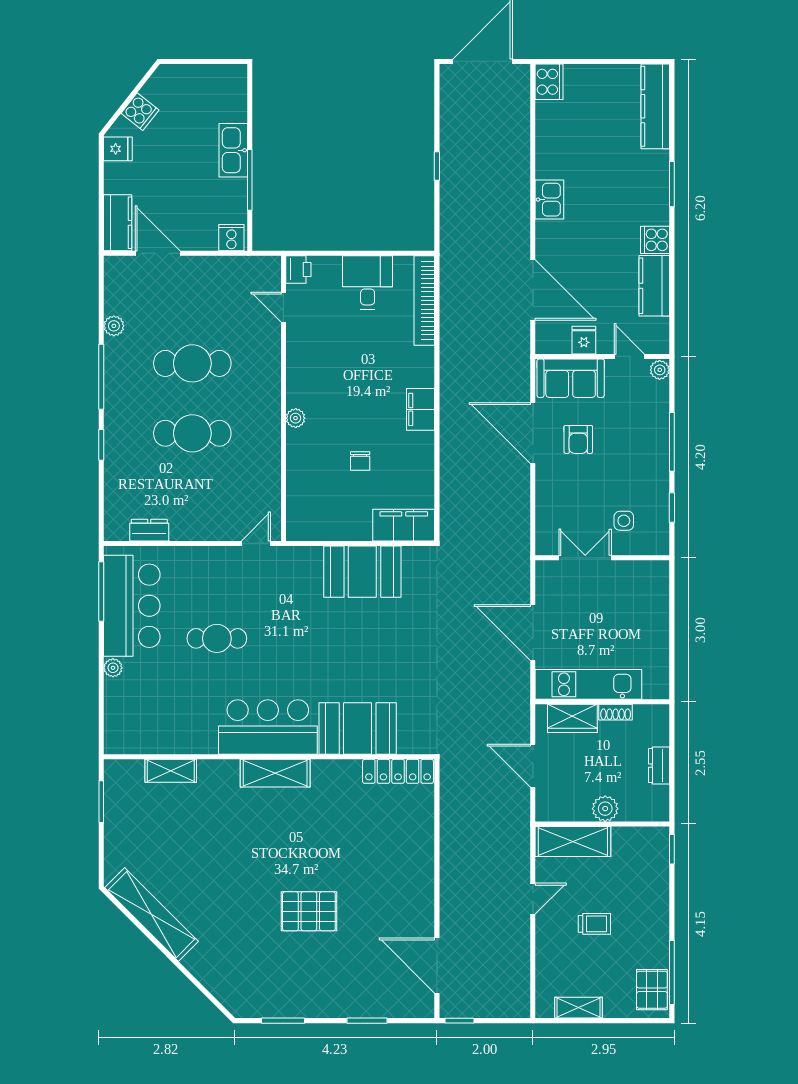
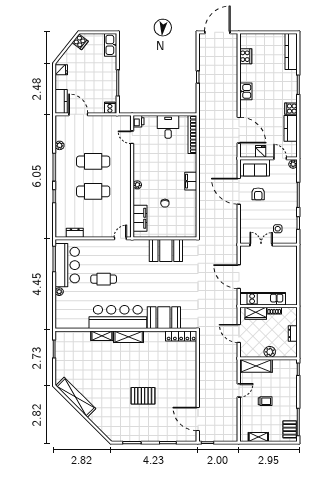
cooker: (549, 82) -> (246, 56), moved
cooker: (140, 112) -> (80, 42), moved
kitchen sink: (233, 150) -> (111, 45), moved
filing cabinet: (404, 525) -> (140, 218), moved, turned 90
bar counter: (268, 727) -> (118, 317), width x1.36
shelving: (171, 771) -> (102, 336), moved

